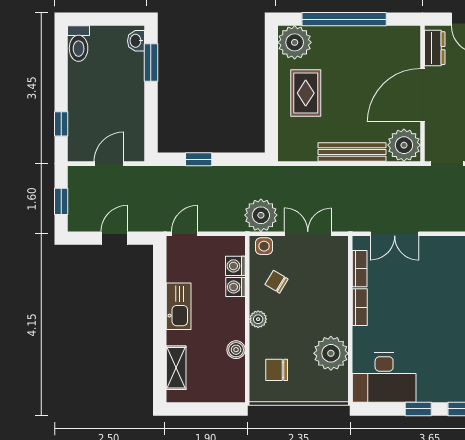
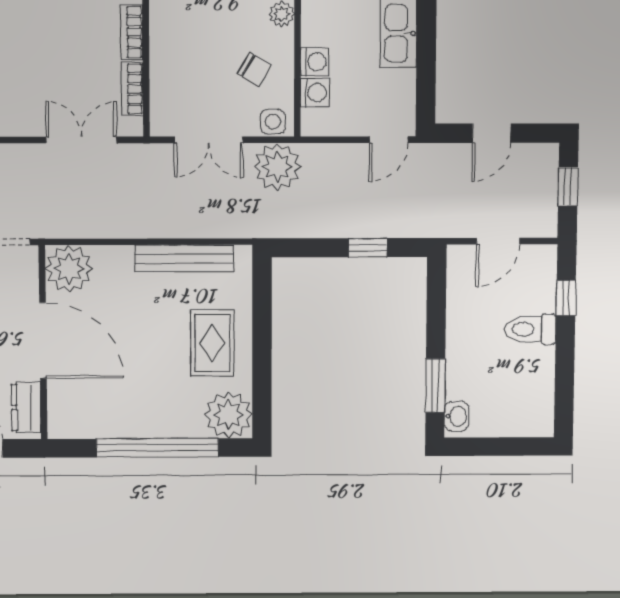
toilet: (79, 44) -> (530, 329), moved, turned -90
door: (422, 95) -> (43, 340), hinge flipped
bench: (352, 152) -> (184, 259), moved

